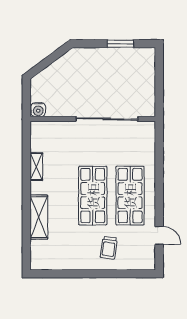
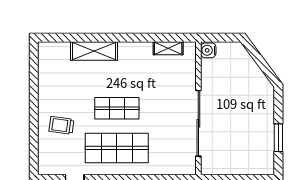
shelving: (36, 167) -> (168, 48), moved
shop shelf: (93, 196) -> (117, 108), width x0.70, depth x0.74

